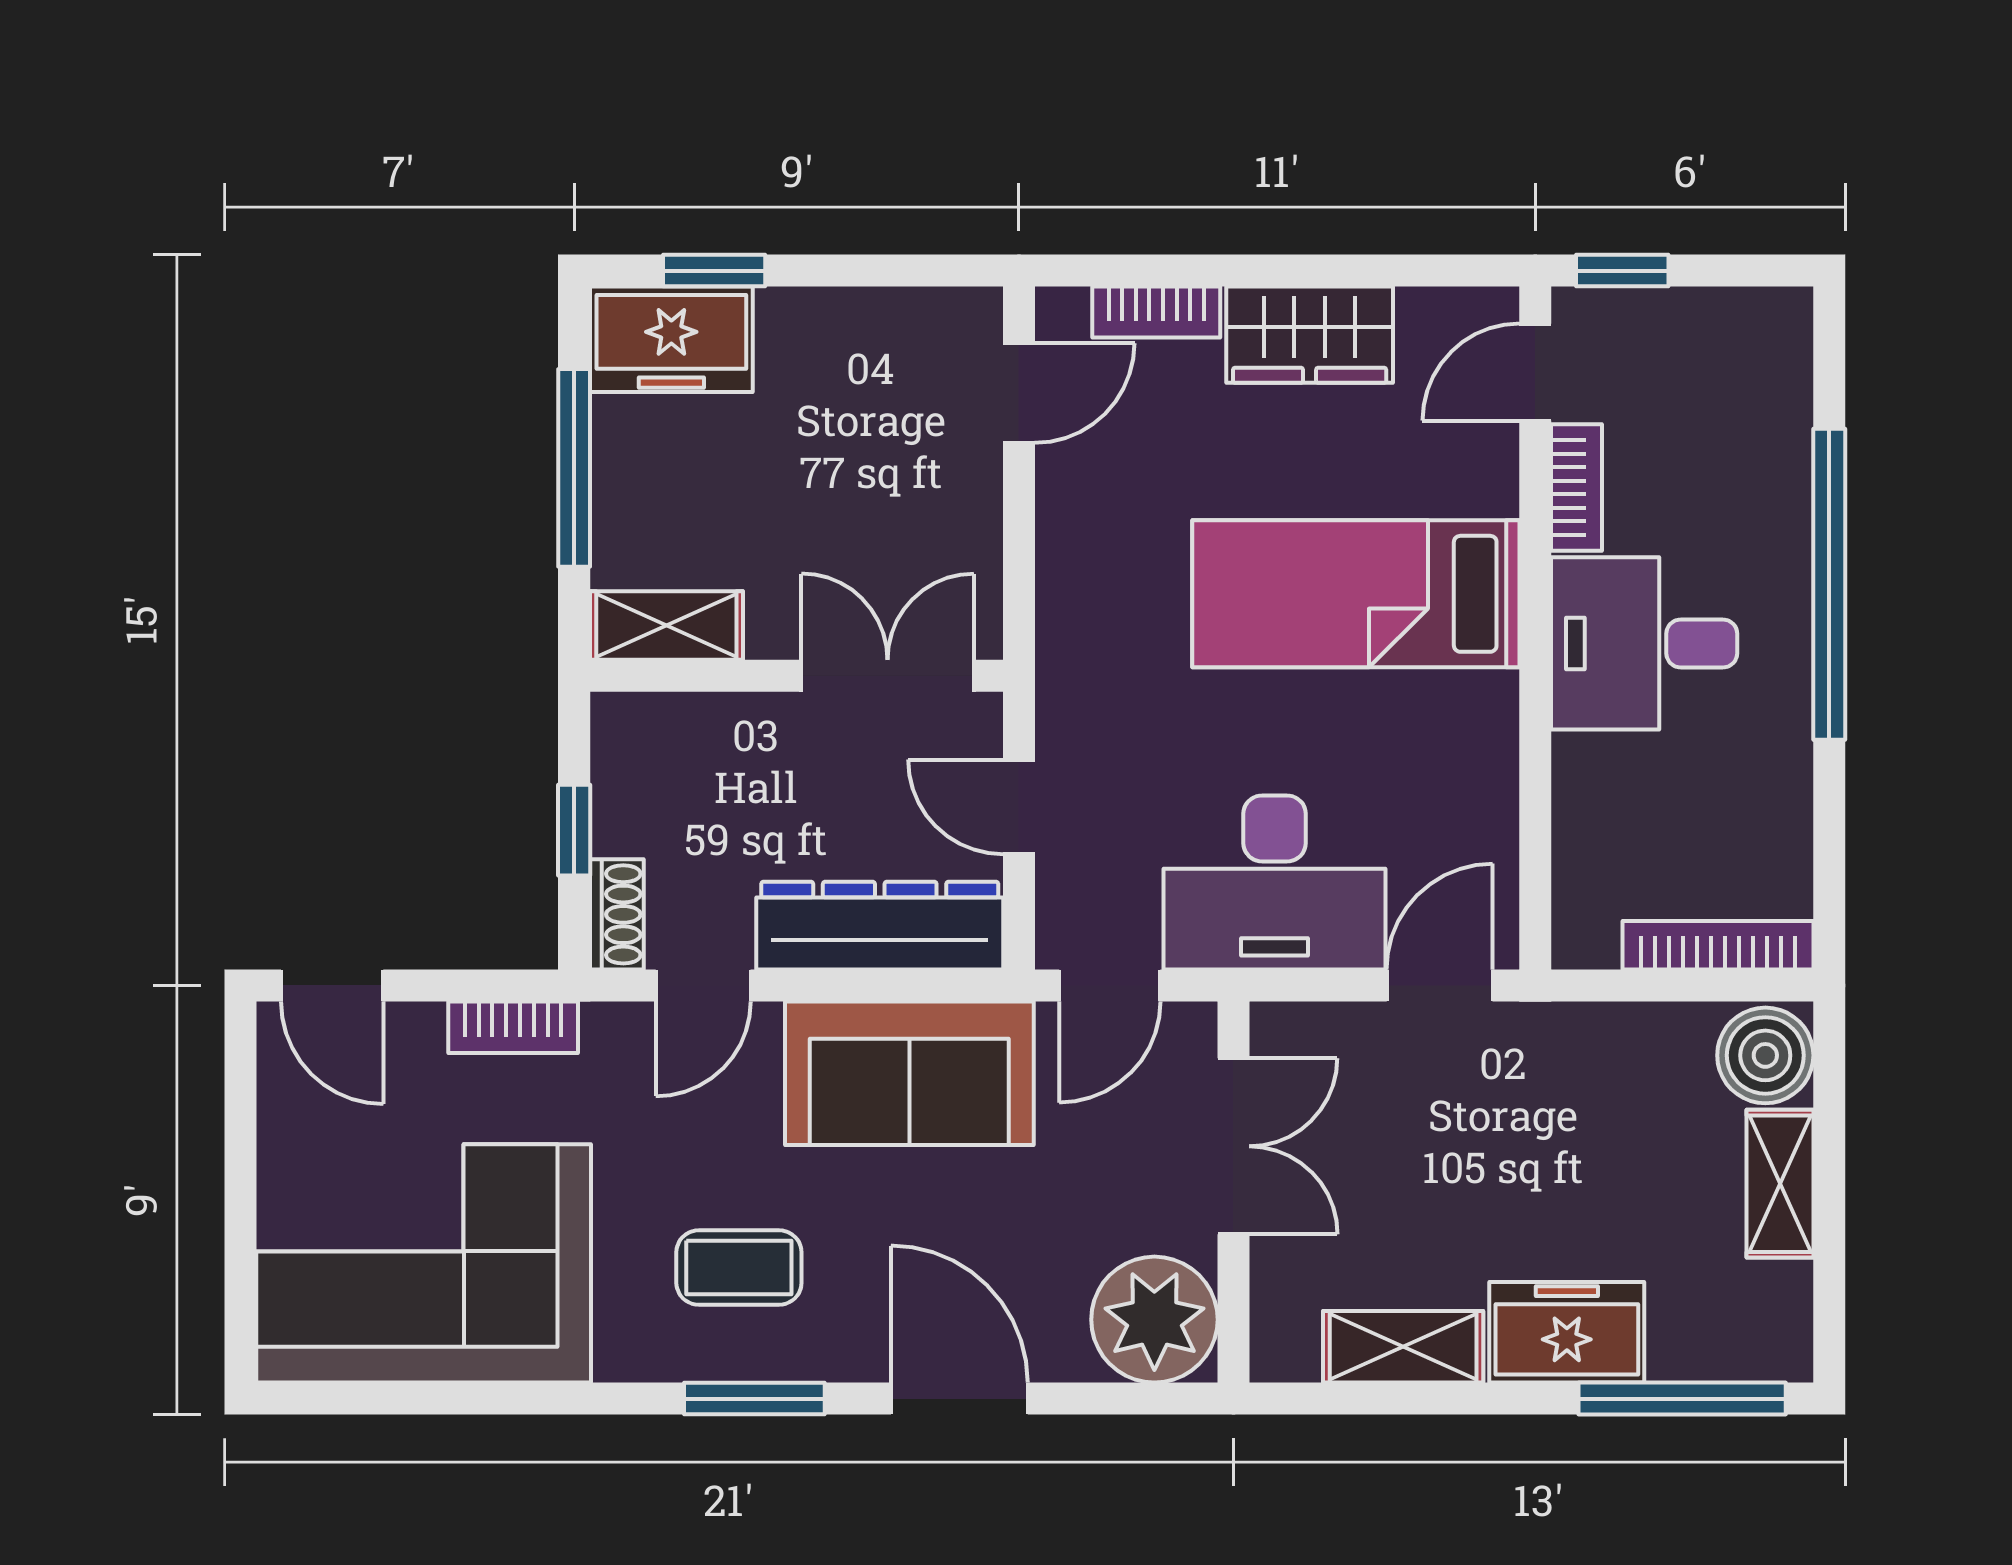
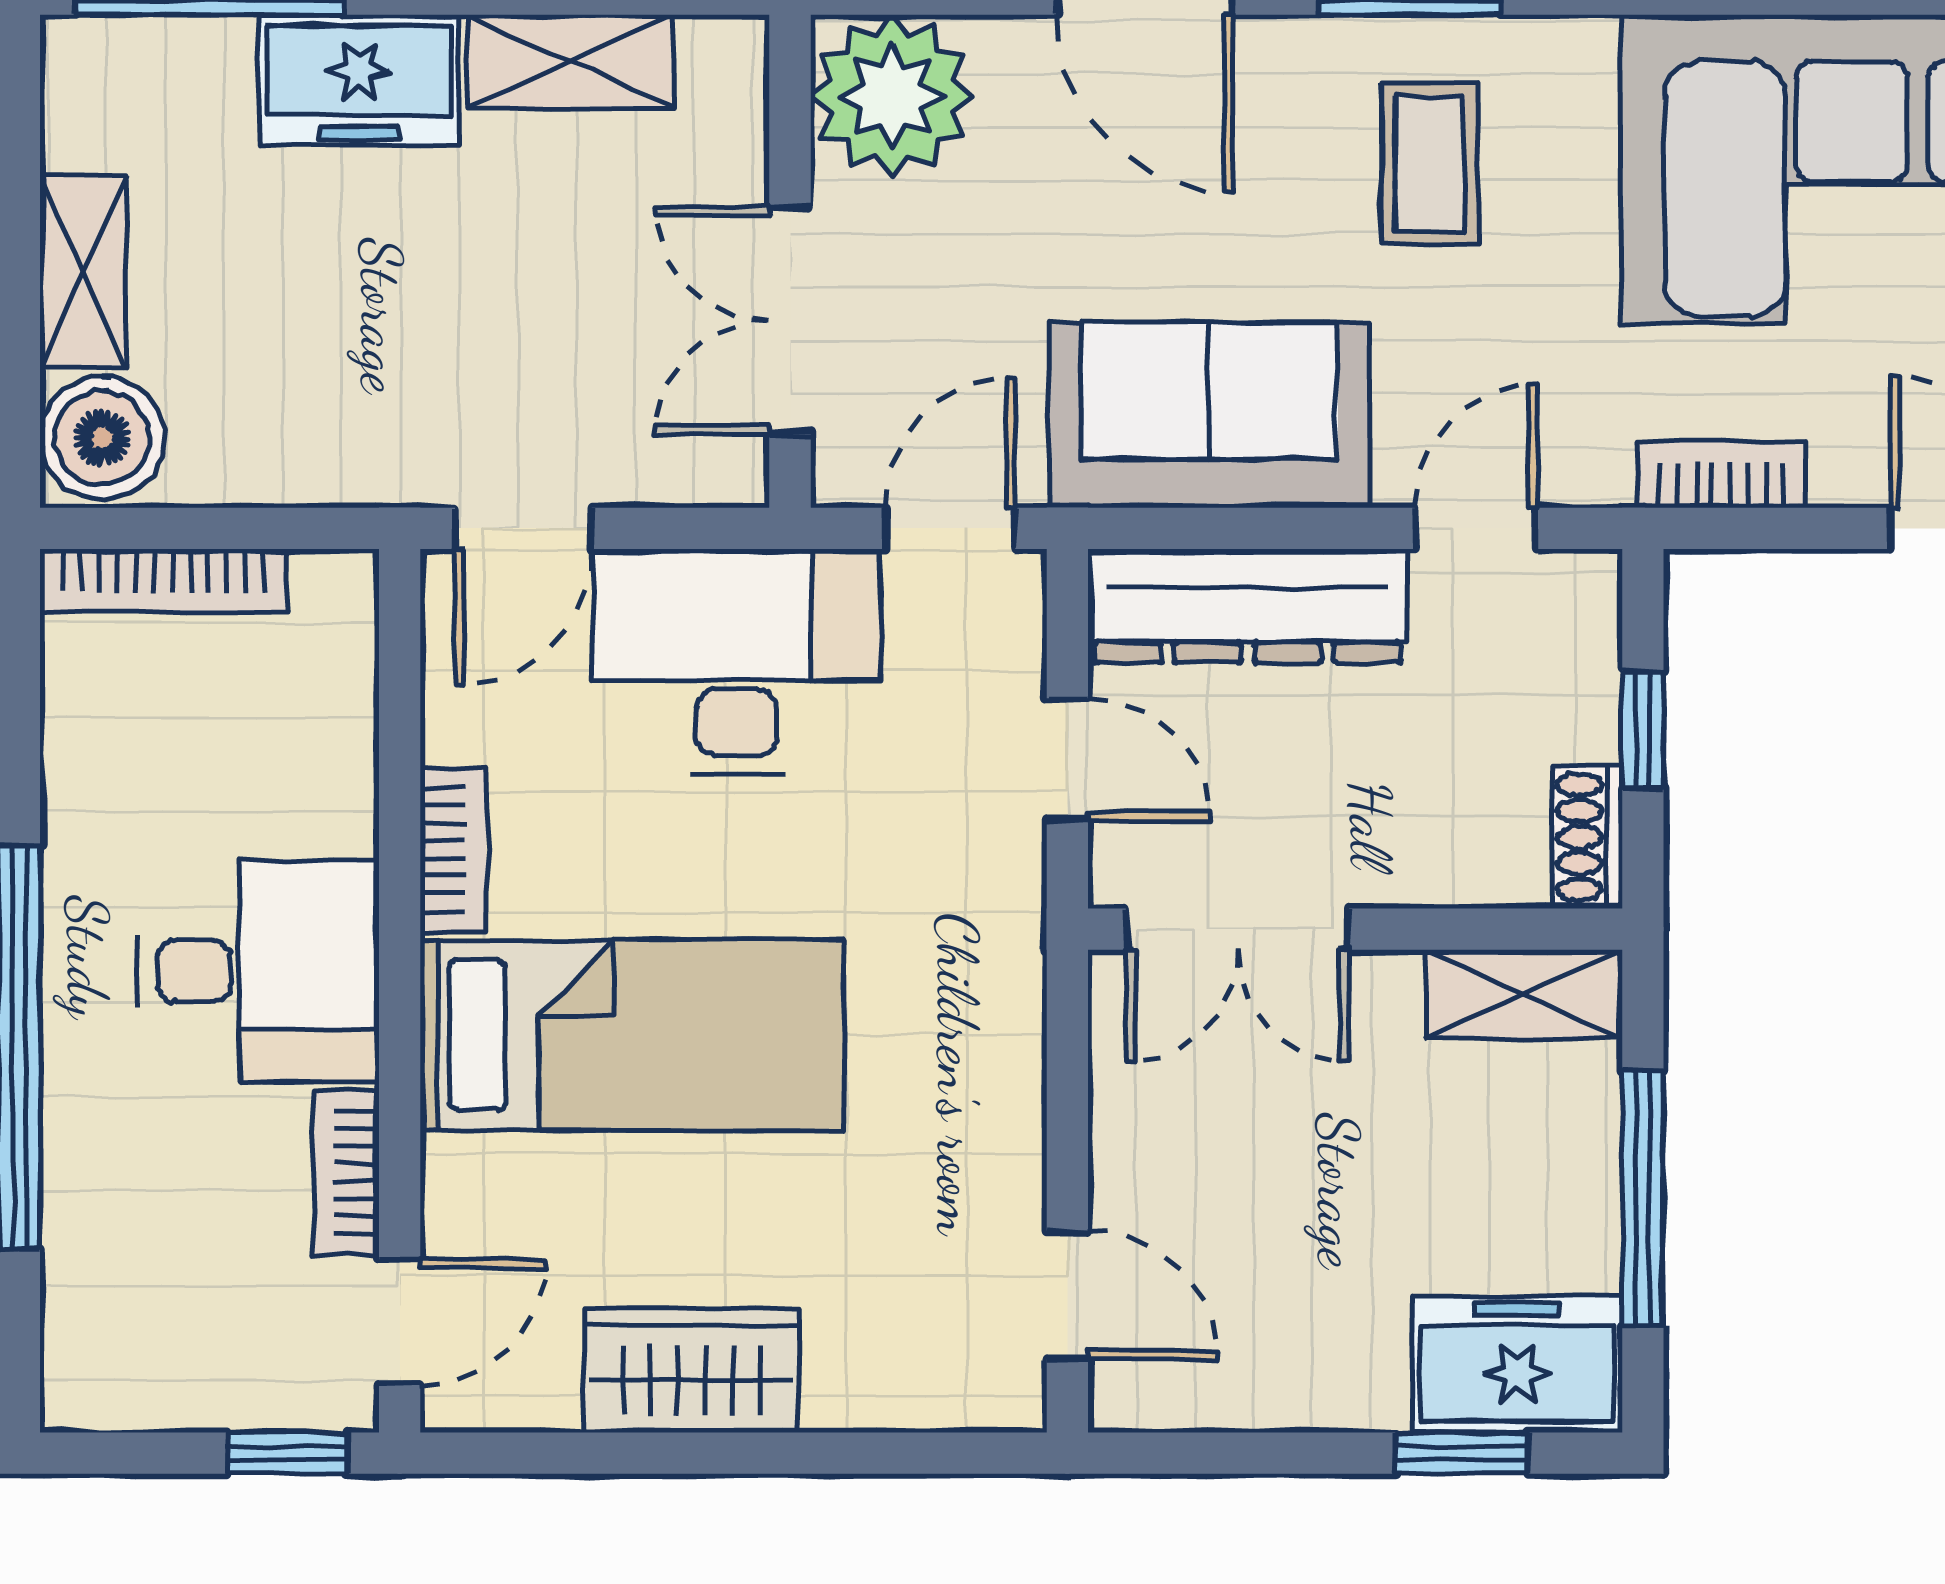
bookcase: (1156, 312) -> (453, 849), moved, turned 90
door: (1019, 393) -> (1067, 1295), swing flipped
shoe rack: (617, 914) -> (1588, 837), moved
coffee table: (739, 1268) -> (1430, 164), turned 90

